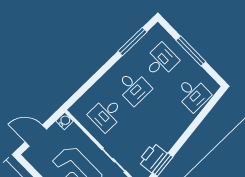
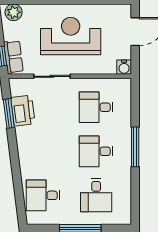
window: (132, 42) -> (135, 147), moved
desk: (106, 114) -> (96, 107), turned -90

